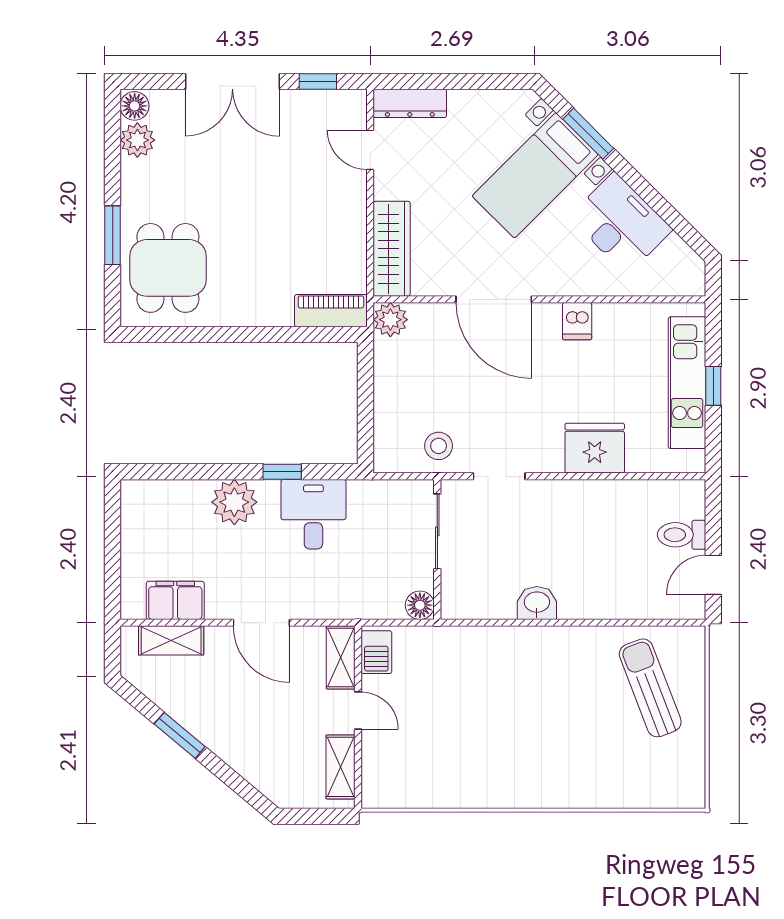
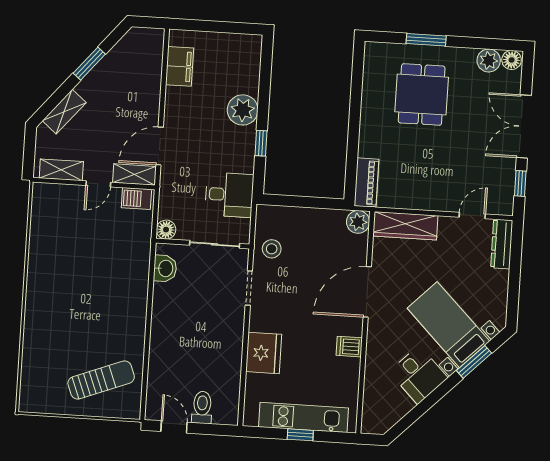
desk: (621, 223) -> (418, 375), width x0.73
dining table: (168, 268) -> (422, 94), moved, turned 90
desk: (313, 514) -> (229, 195), moved
washbasin: (537, 603) -> (165, 268), moved
door: (261, 623) -> (160, 146), moved
shelving: (171, 640) -> (64, 112), moved, turned 40

